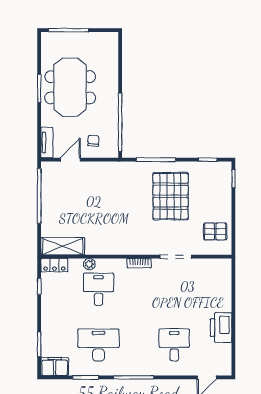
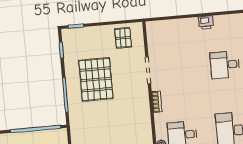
pallet: (171, 196) -> (96, 79), turned 90
printer: (221, 328) -> (206, 22), width x0.53, depth x0.68

